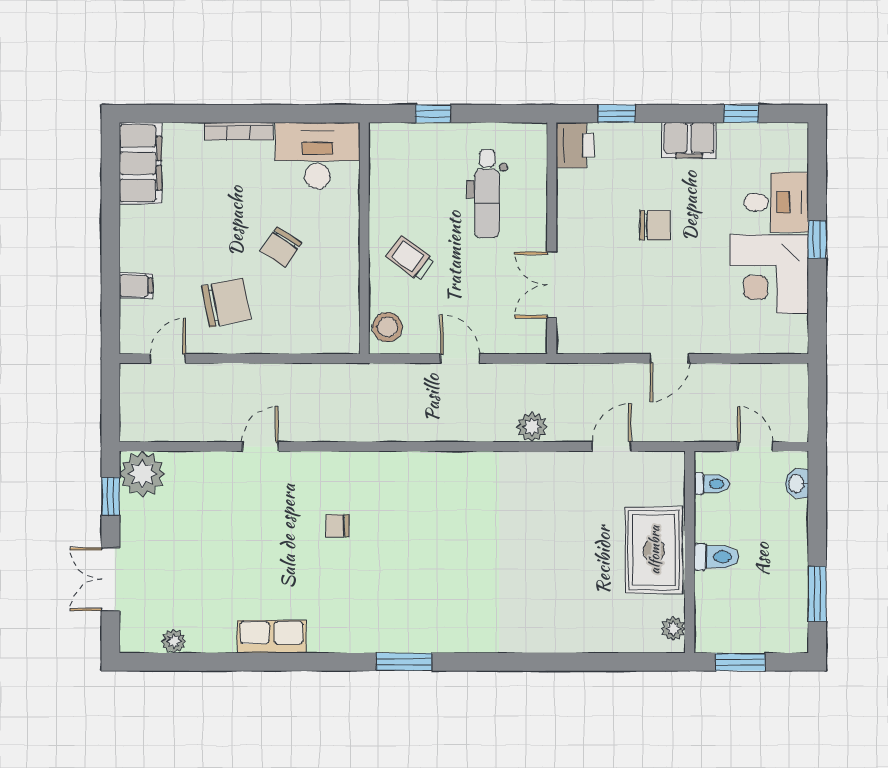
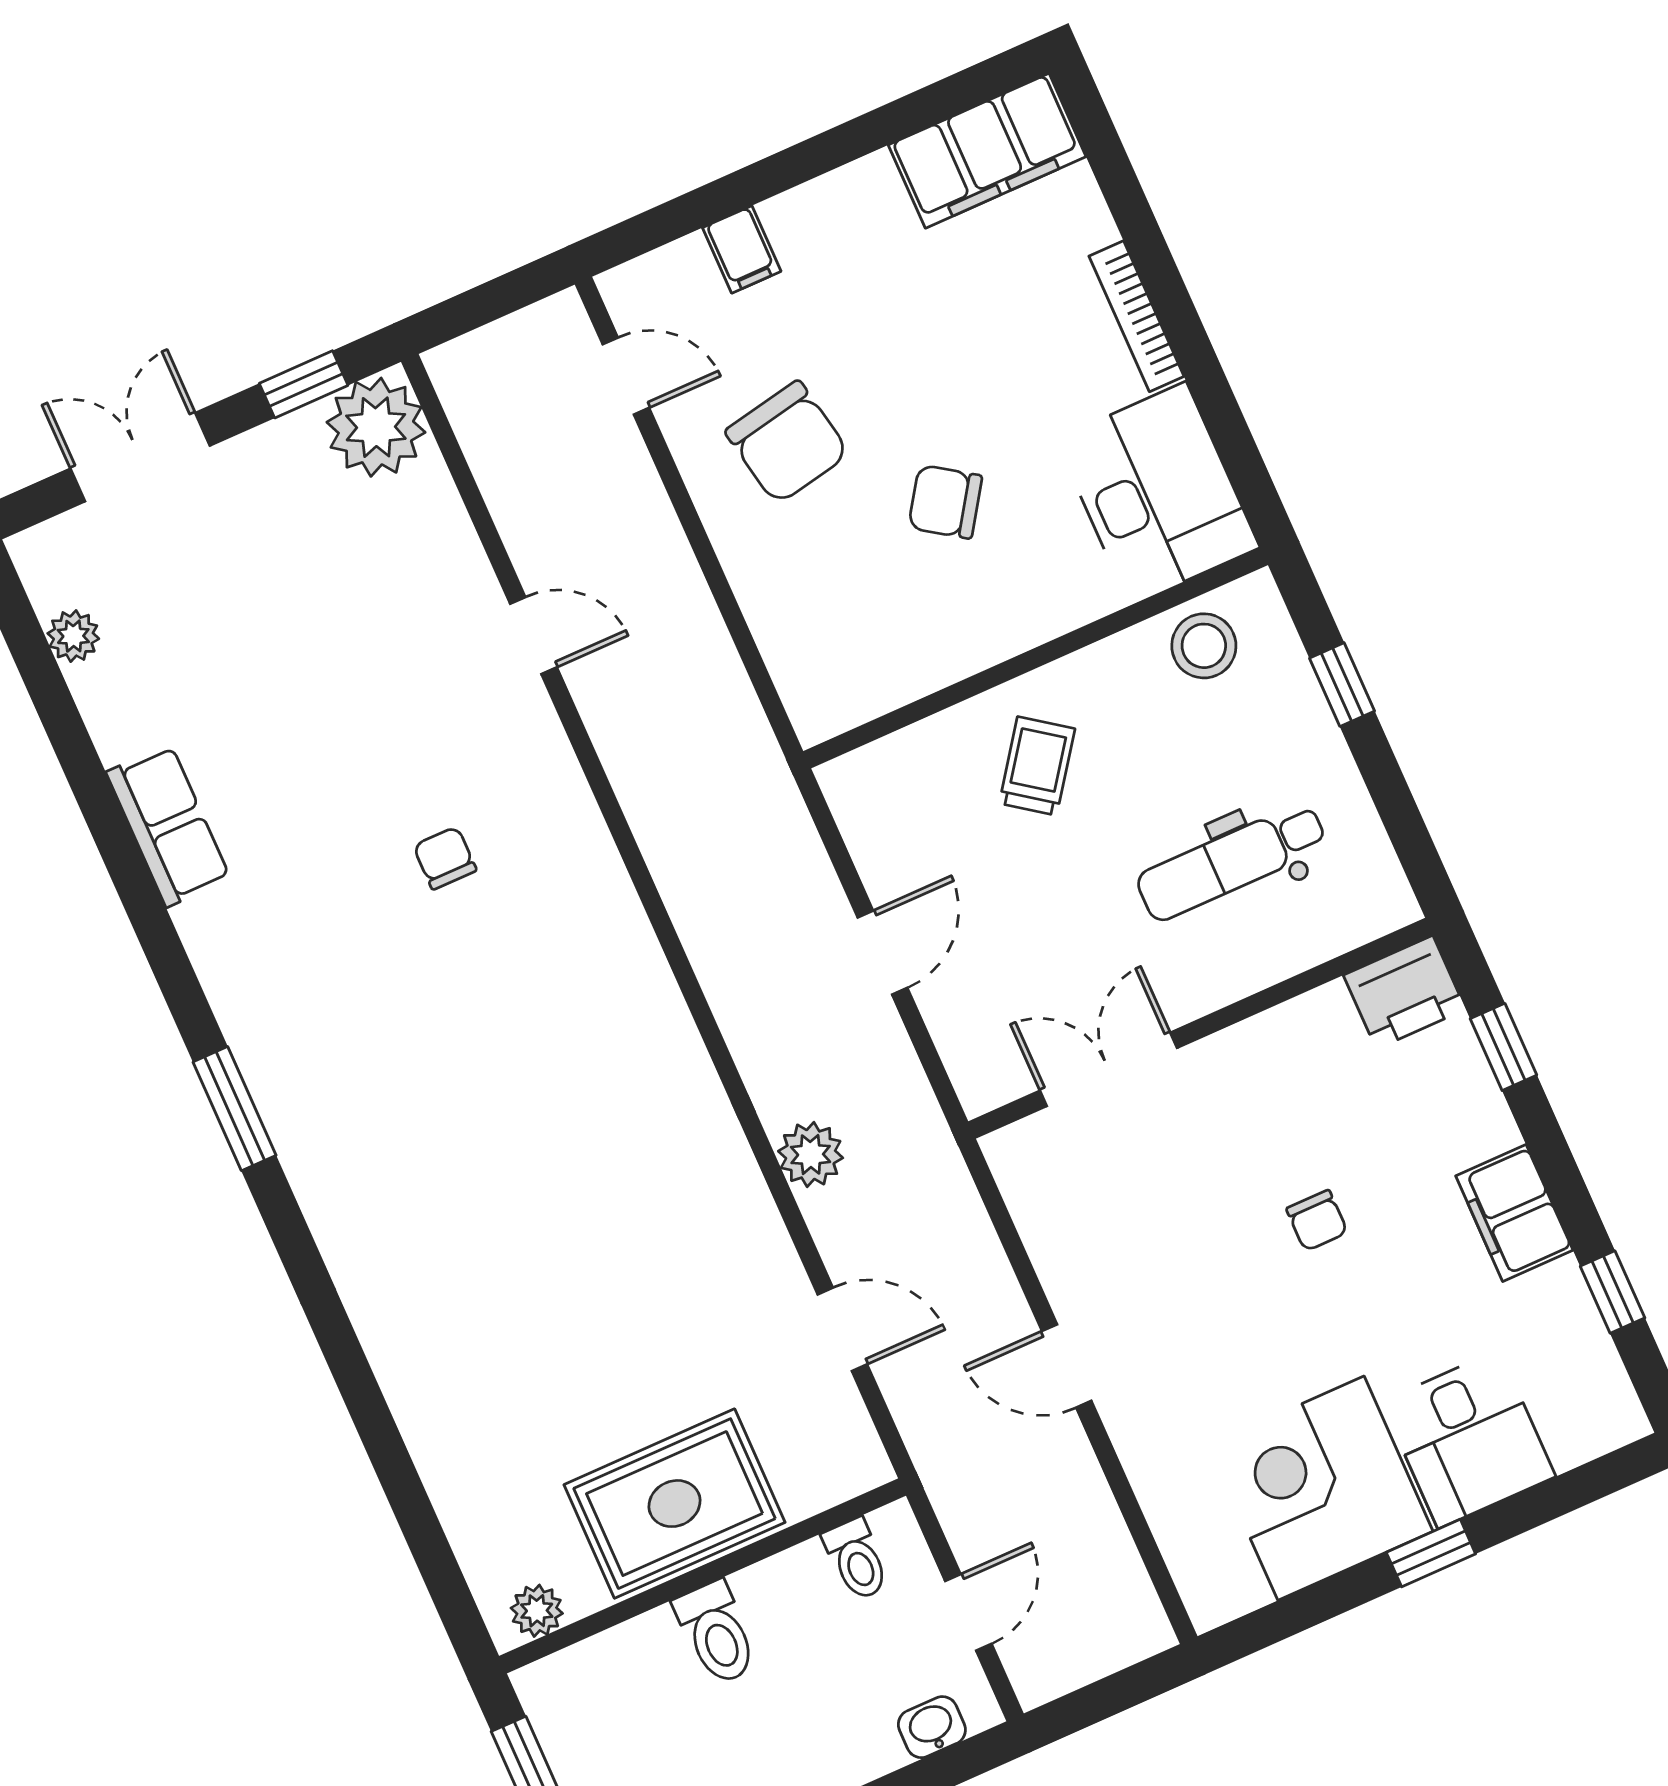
chair: (655, 225) -> (1317, 1220), width x0.73, depth x0.73
stool: (387, 327) -> (1204, 646), moved

